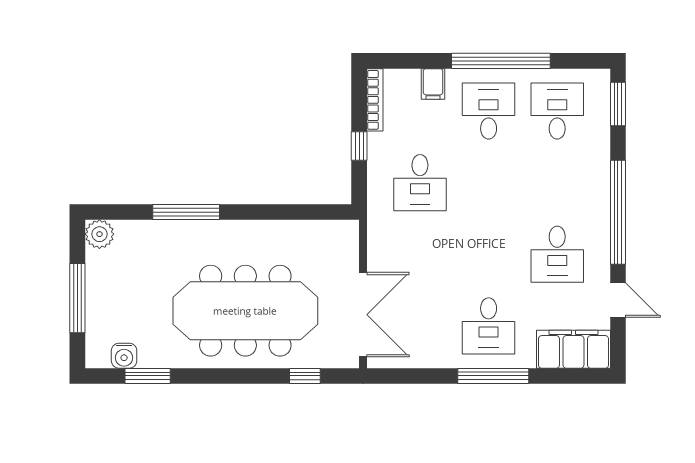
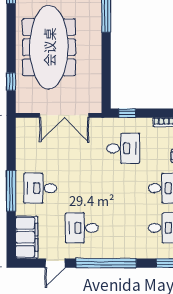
window: (359, 146) -> (127, 113), moved
desk: (420, 183) -> (123, 148), turned 180
double door: (363, 315) -> (64, 115), moved

